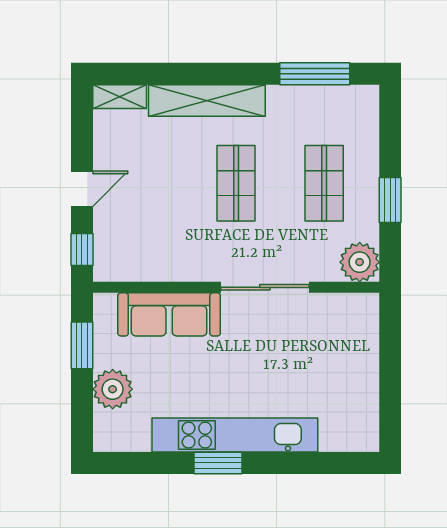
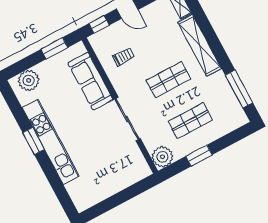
trolley: (158, 237) -> (124, 57), added
plant: (113, 389) -> (29, 80), moved

